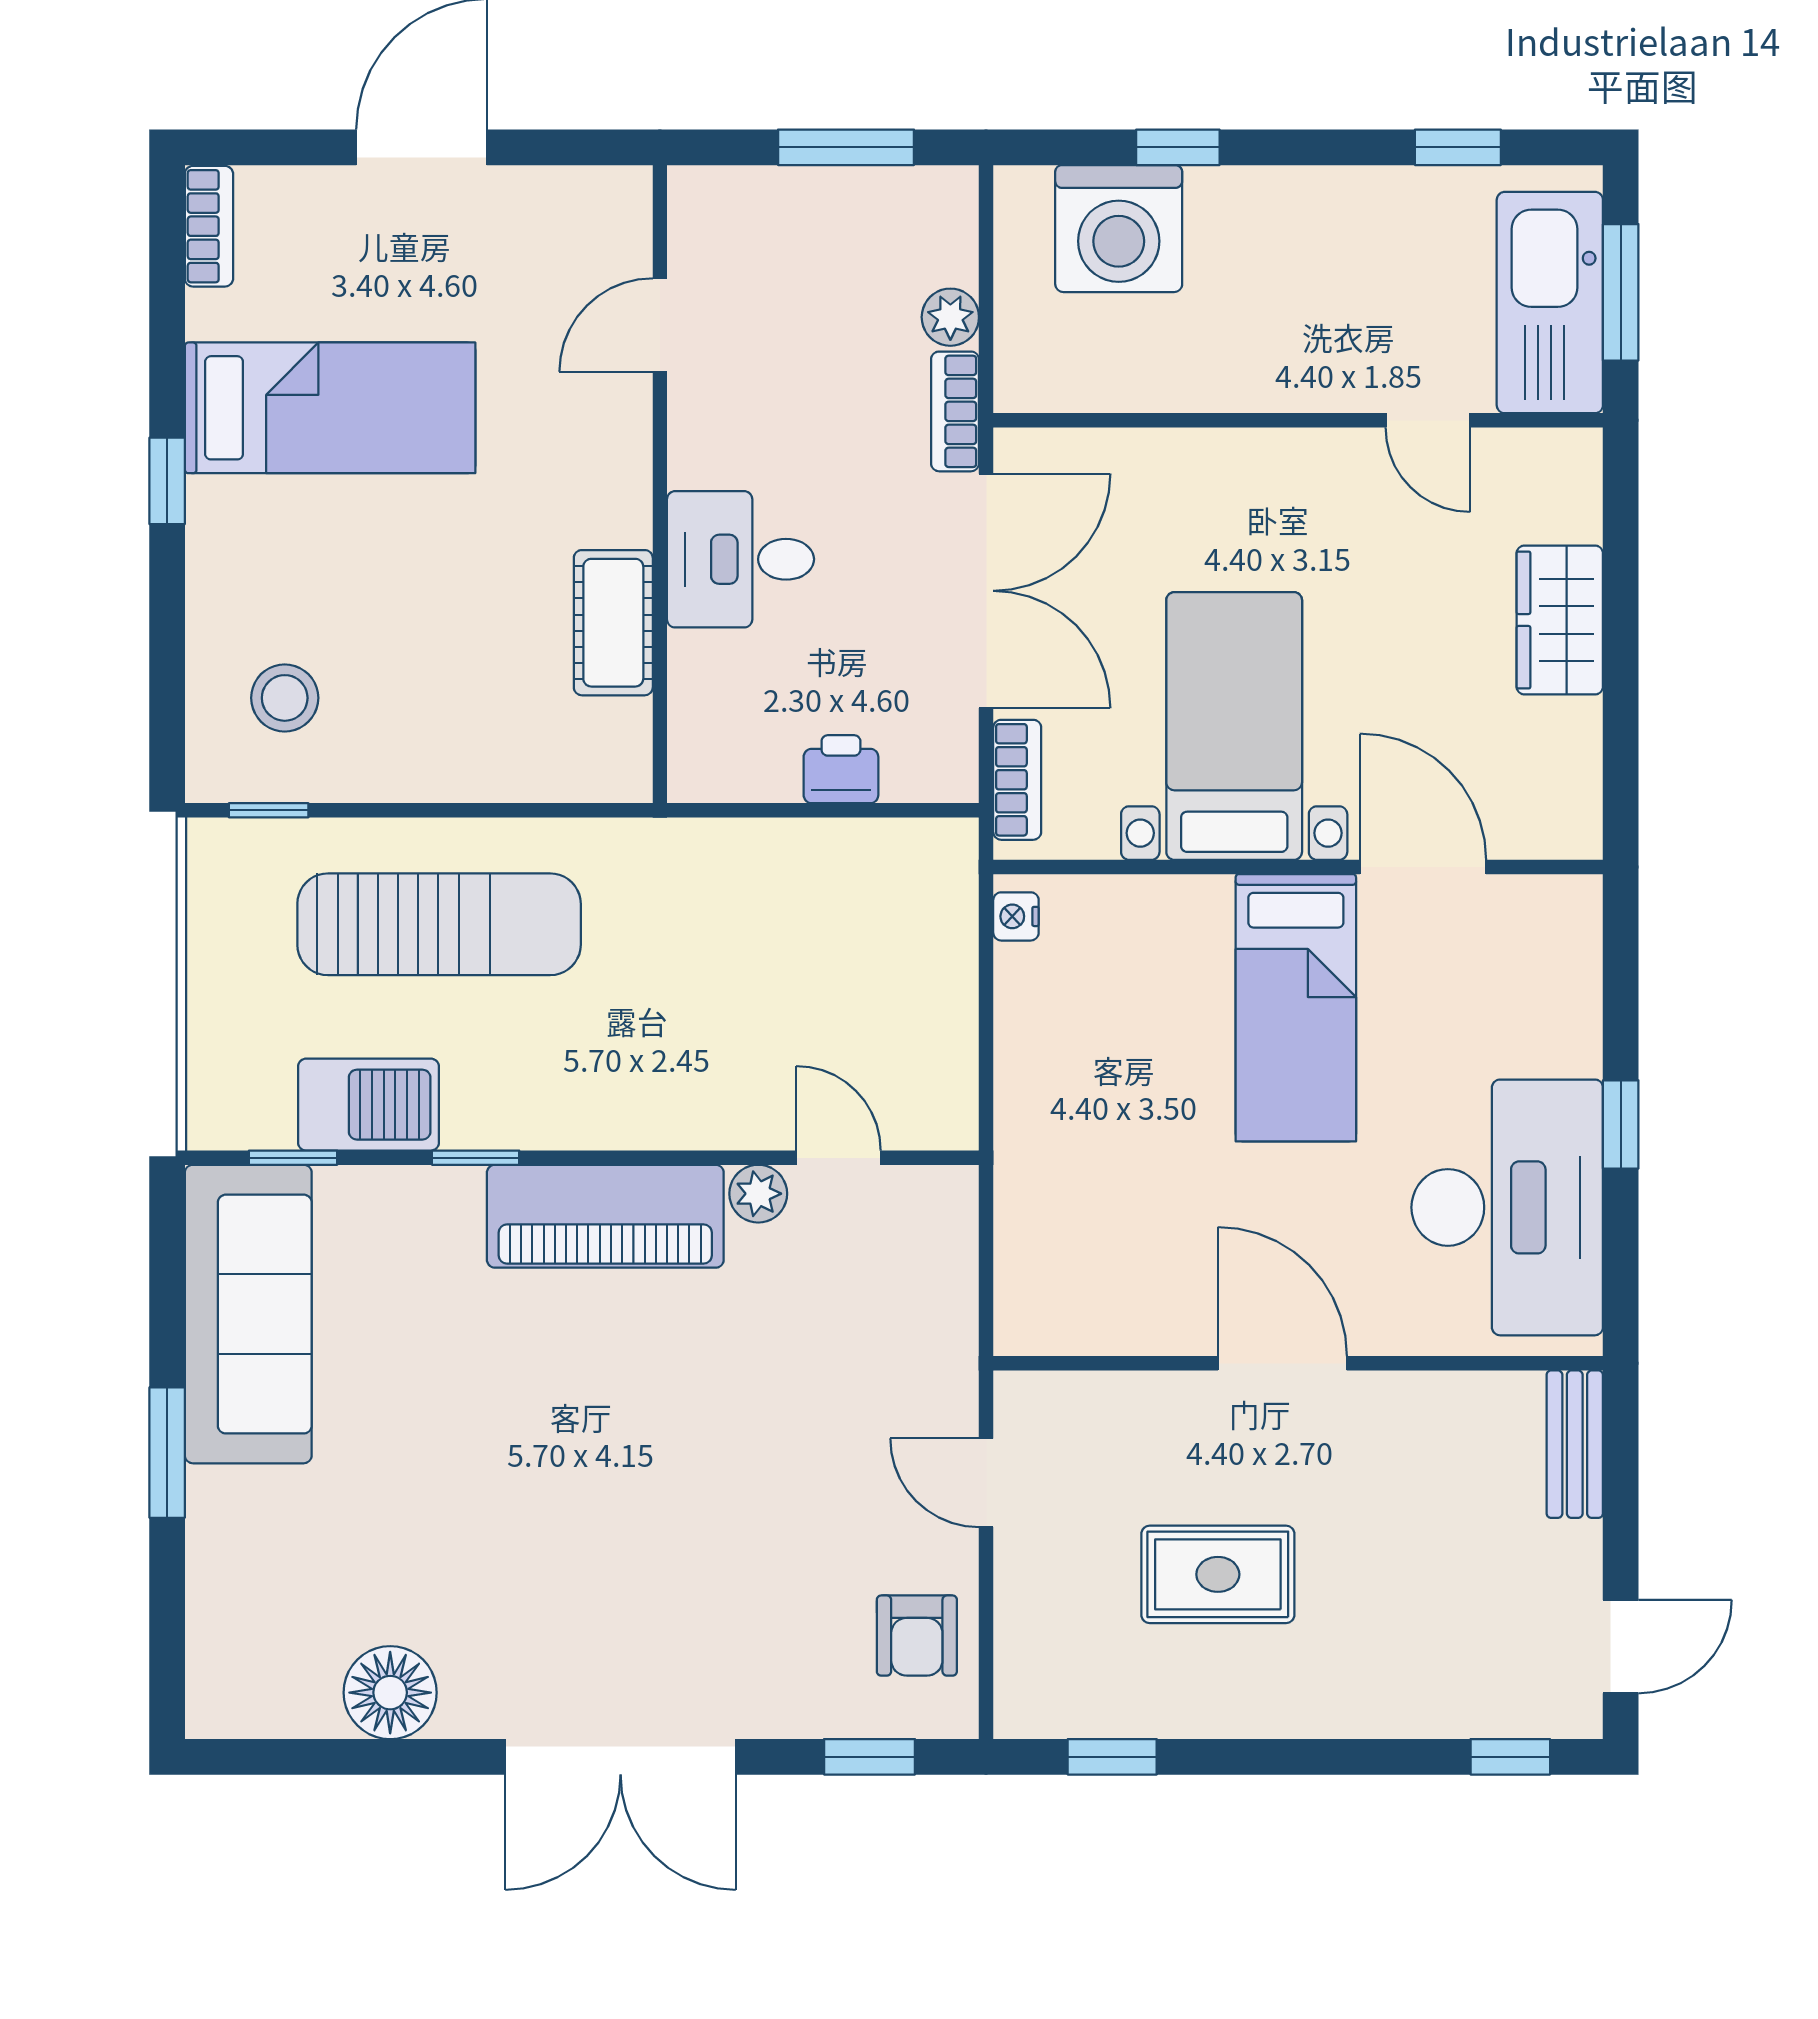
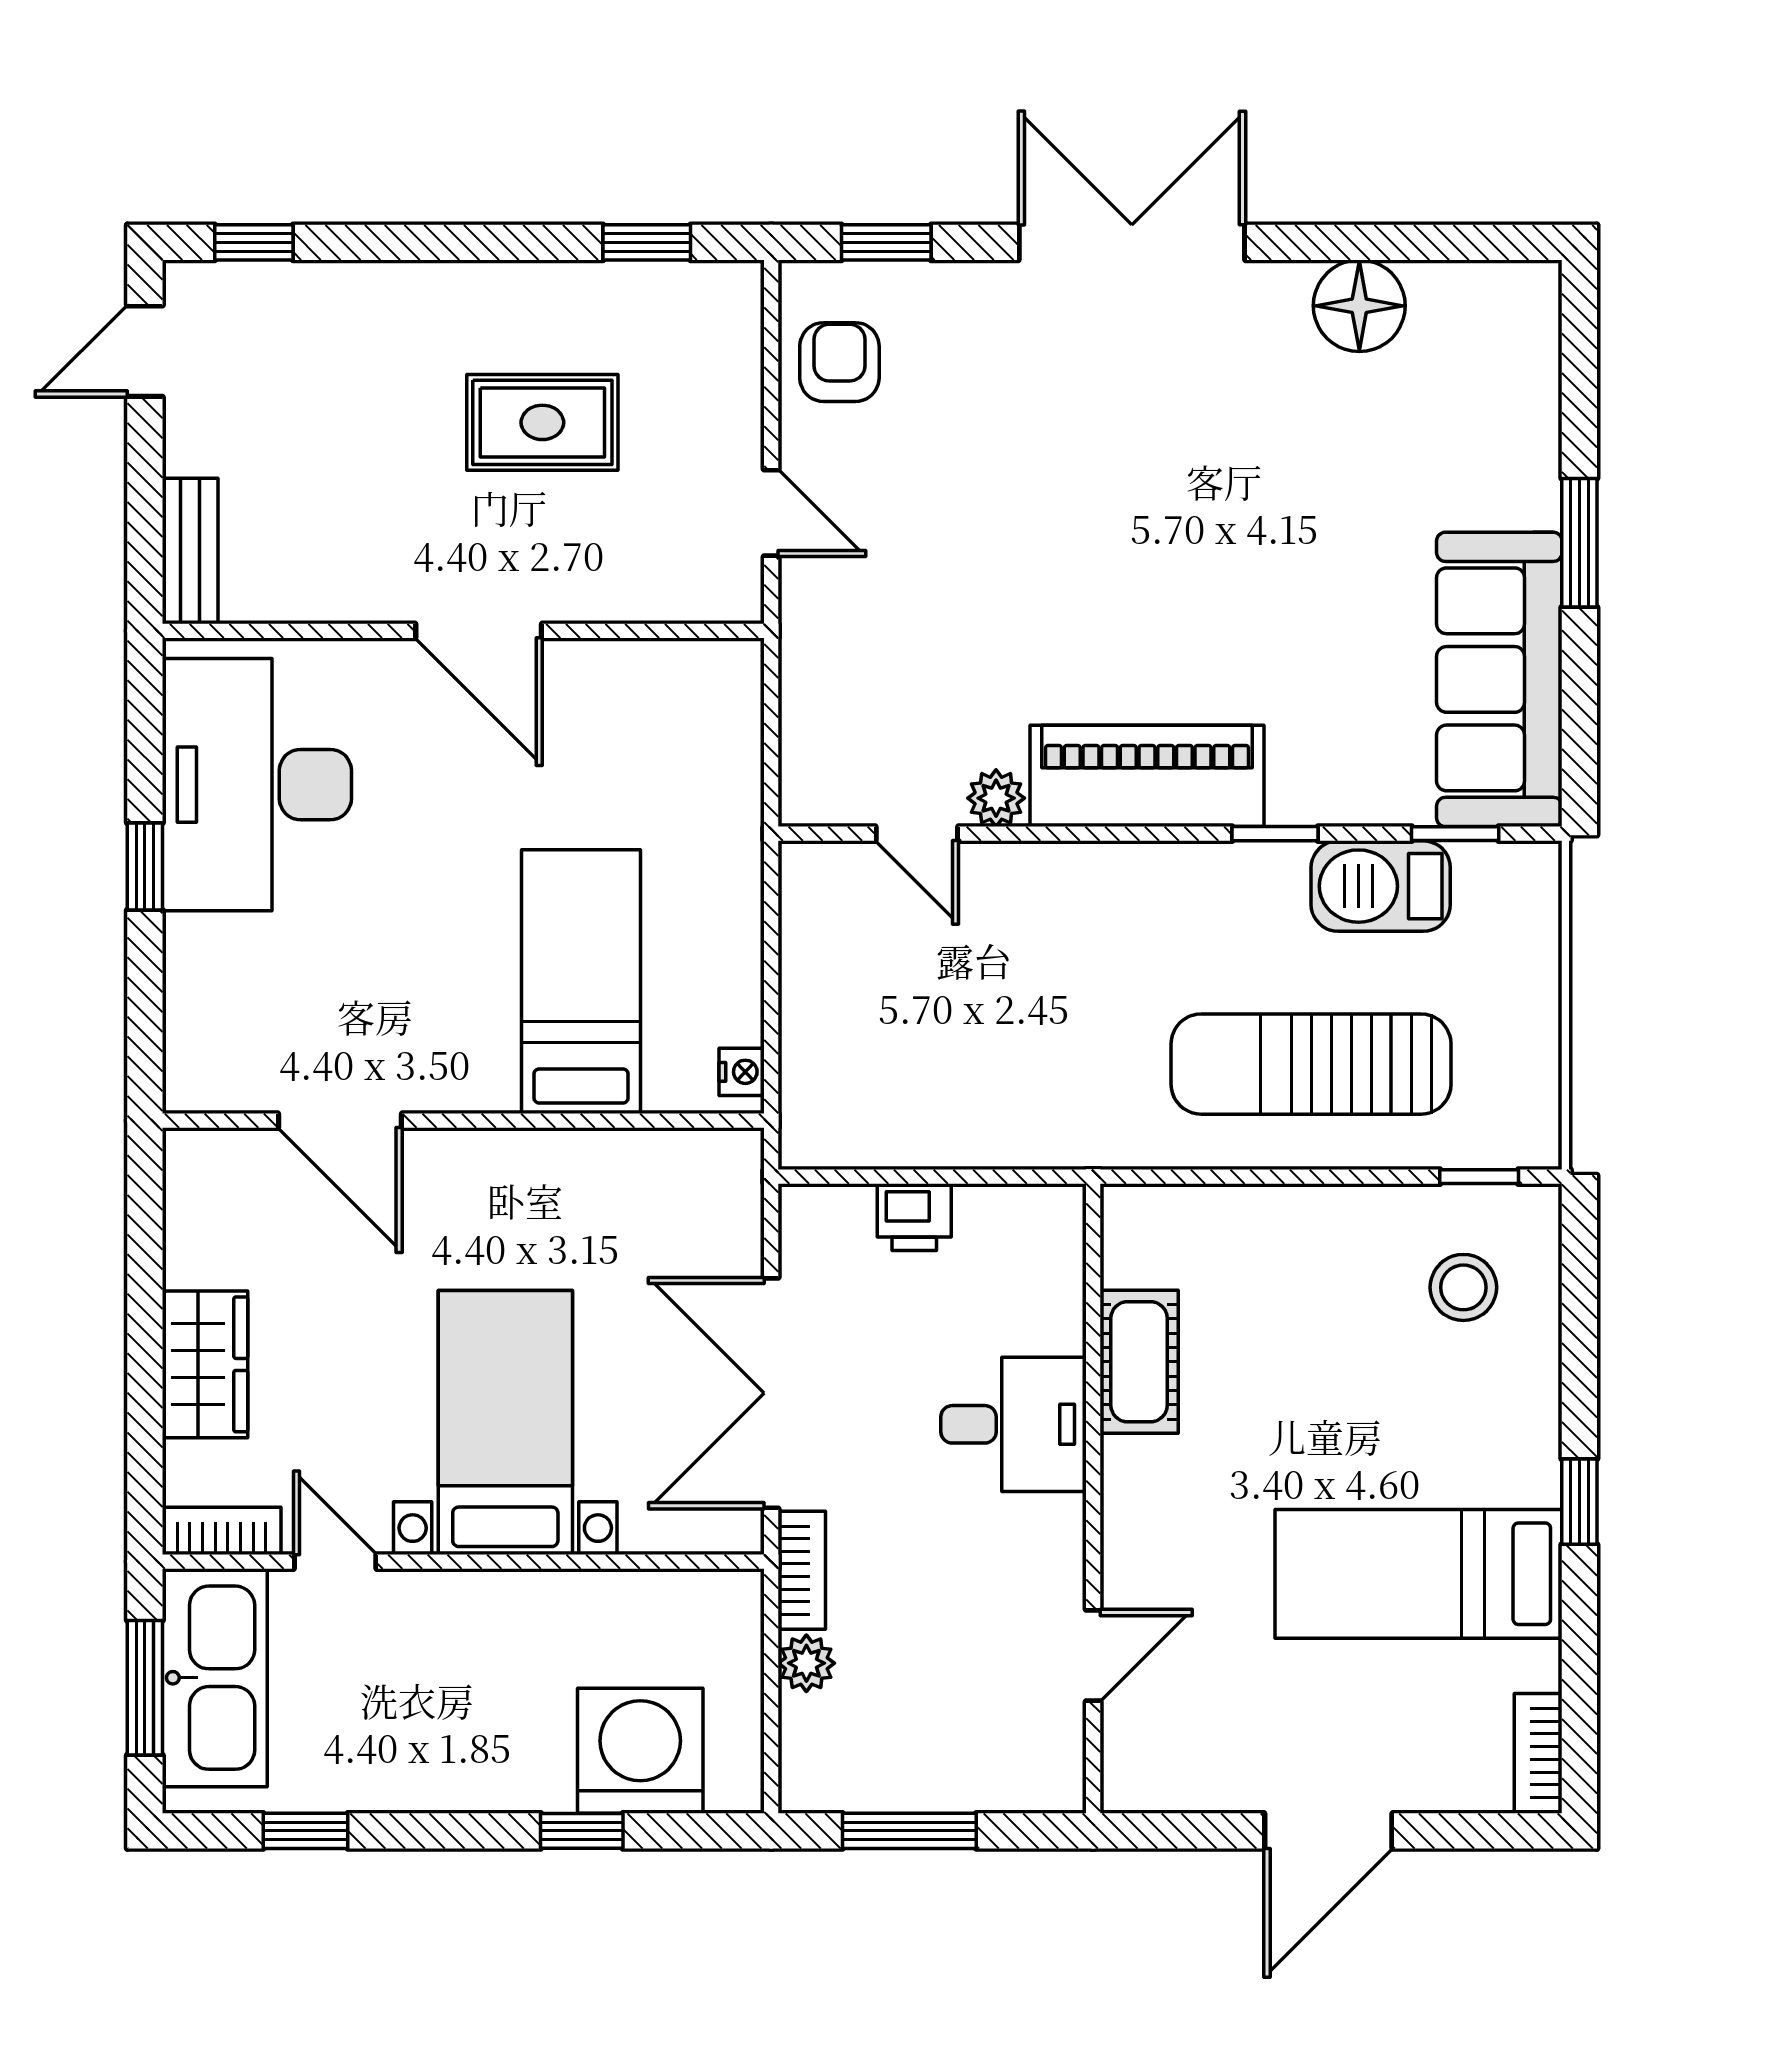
bed with nightstands: (1234, 726) -> (505, 1422), moved, turned 180
bookcase: (1017, 780) -> (222, 1531), moved, turned 90
bed: (1296, 1008) -> (581, 982), moved

